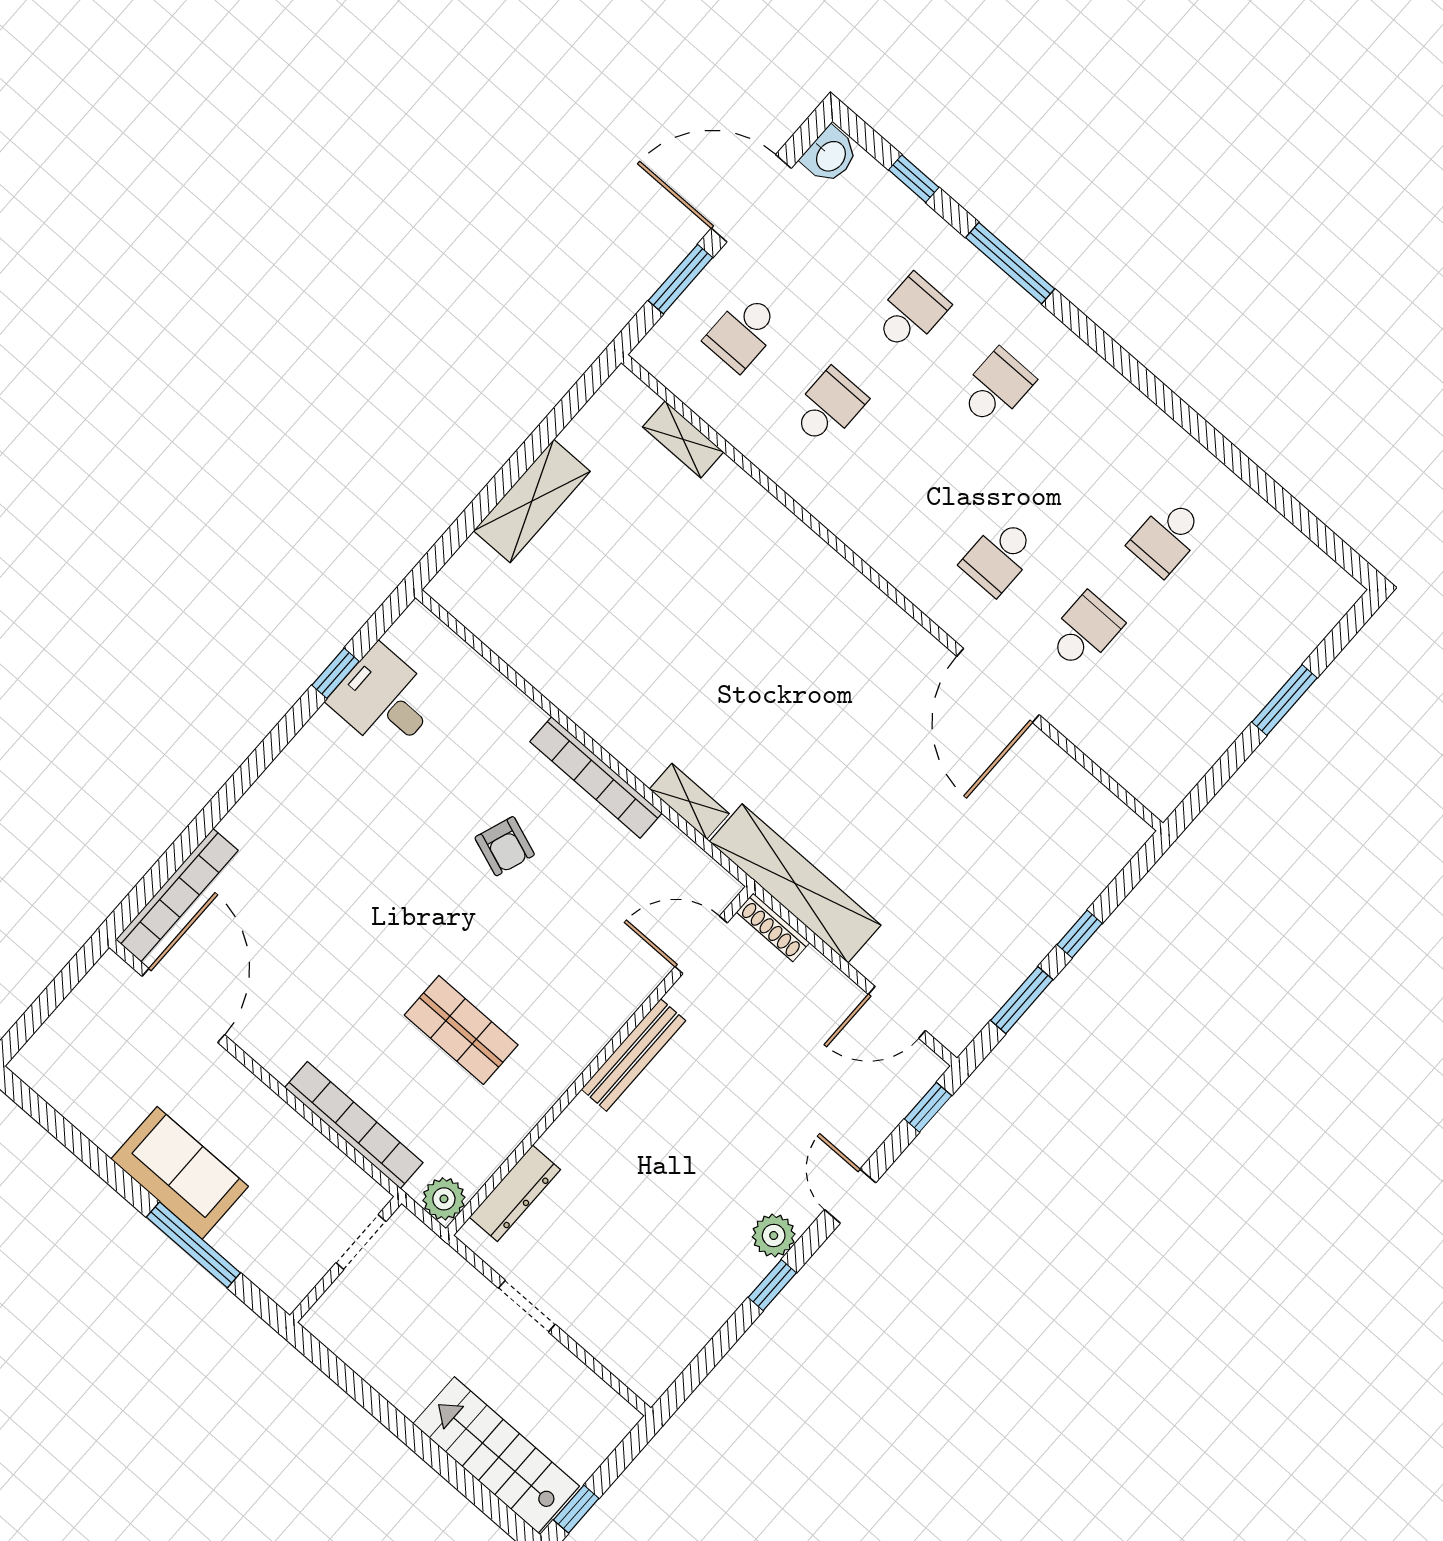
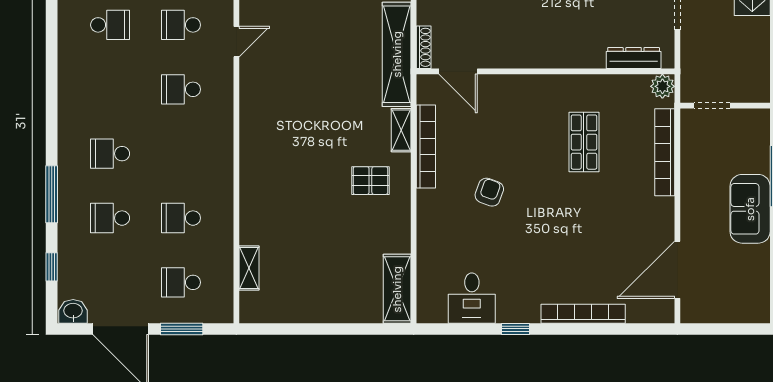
school desk: (743, 332) -> (181, 282), turned 180
shelving: (532, 501) -> (397, 289), moved, turned 90
school desk: (999, 557) -> (181, 89), turned 180
window: (335, 673) -> (516, 329), moved
door: (998, 686) -> (236, 42), width x0.53
pallet: (658, 702) -> (370, 181), added
bookcase: (596, 777) -> (426, 146), moved
bookcase: (177, 895) -> (583, 314), moved
bench: (633, 1055) -> (530, 59), removed

